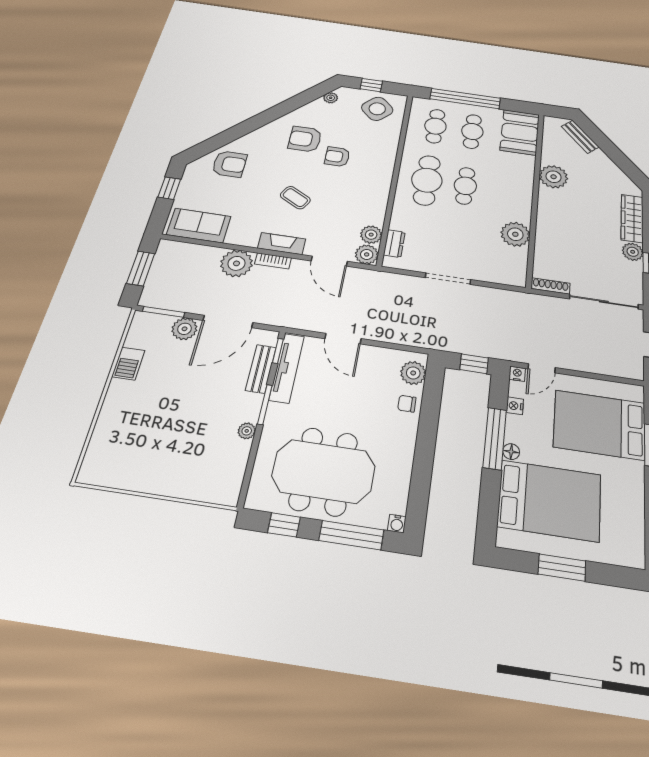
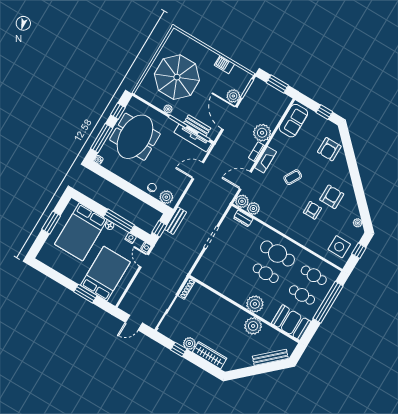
side table: (377, 109) -> (339, 247), turned 45
bench: (580, 137) -> (270, 357), width x1.36
plant: (515, 234) -> (255, 304), moved
bench: (447, 343) -> (175, 221), added
parasol: (178, 438) -> (177, 77), added

